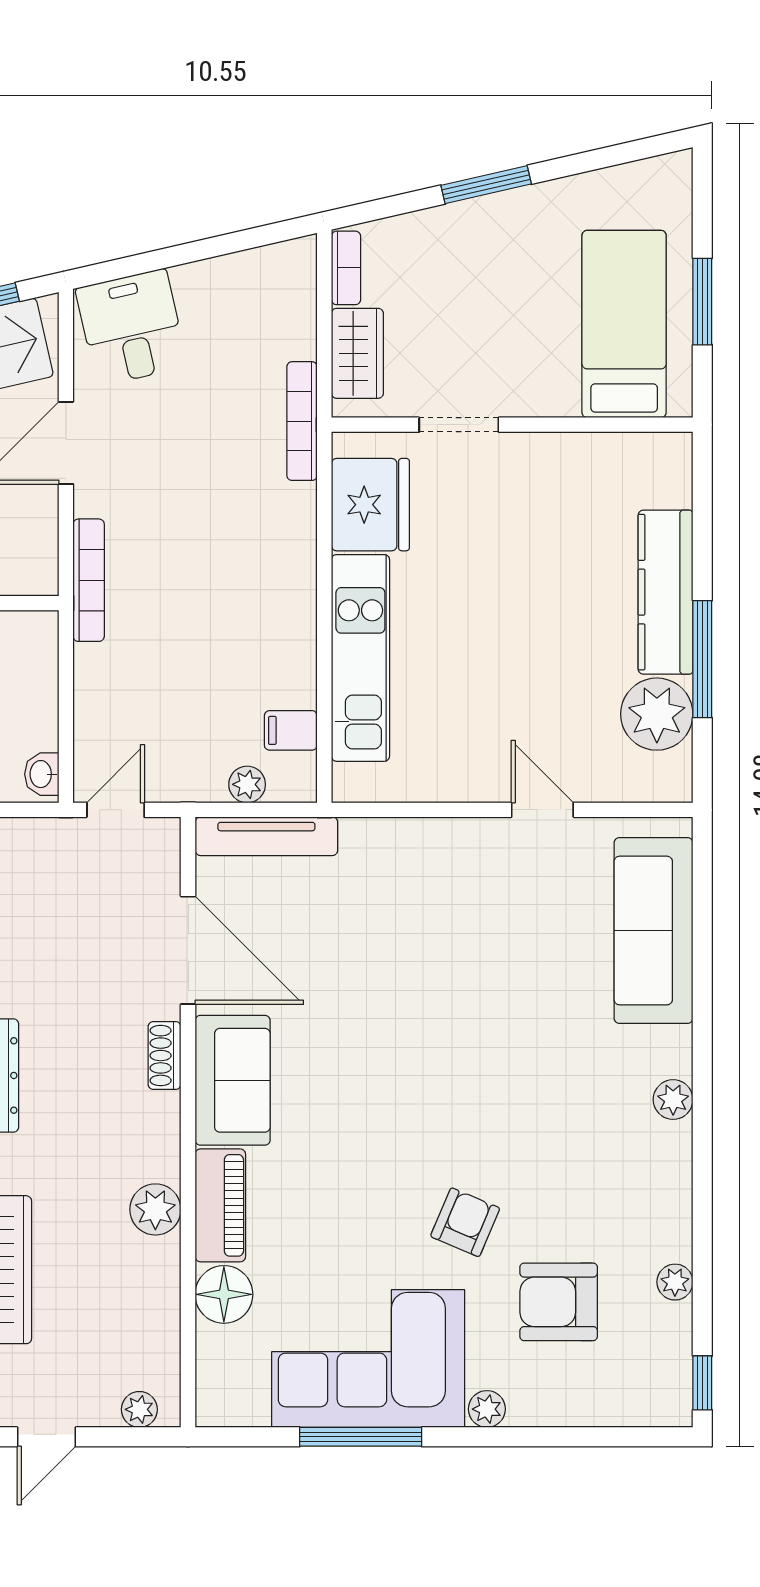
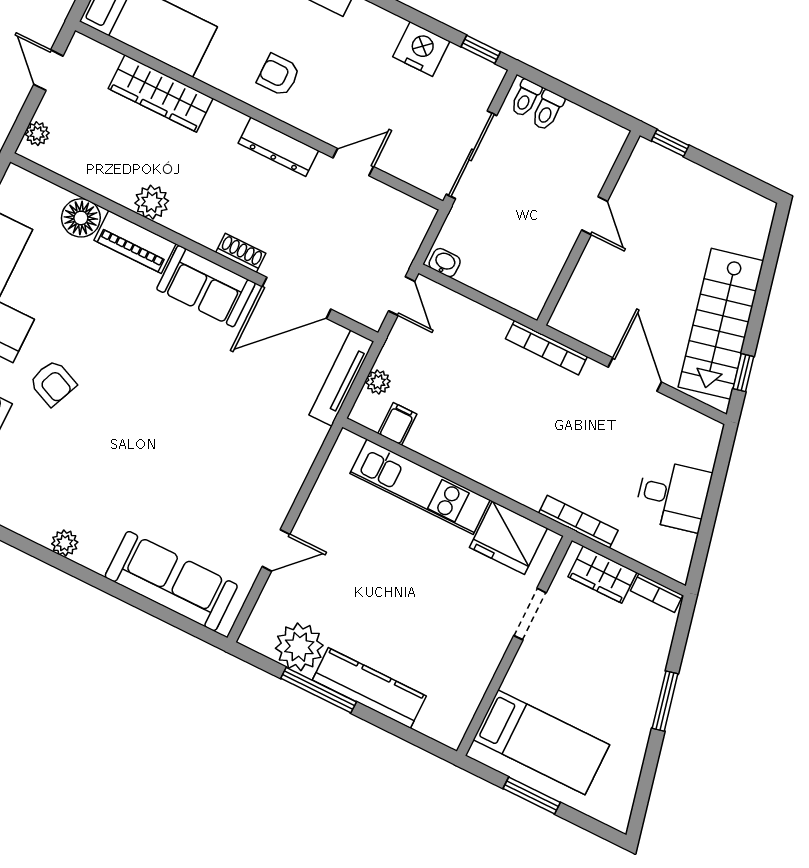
desk: (132, 327) -> (673, 495), moved

